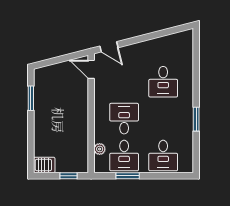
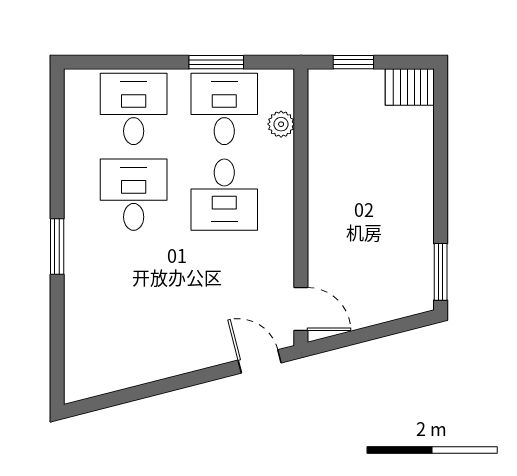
desk: (163, 82) -> (134, 195), moved
window: (31, 98) -> (441, 272), moved
window: (196, 119) -> (57, 247), moved

